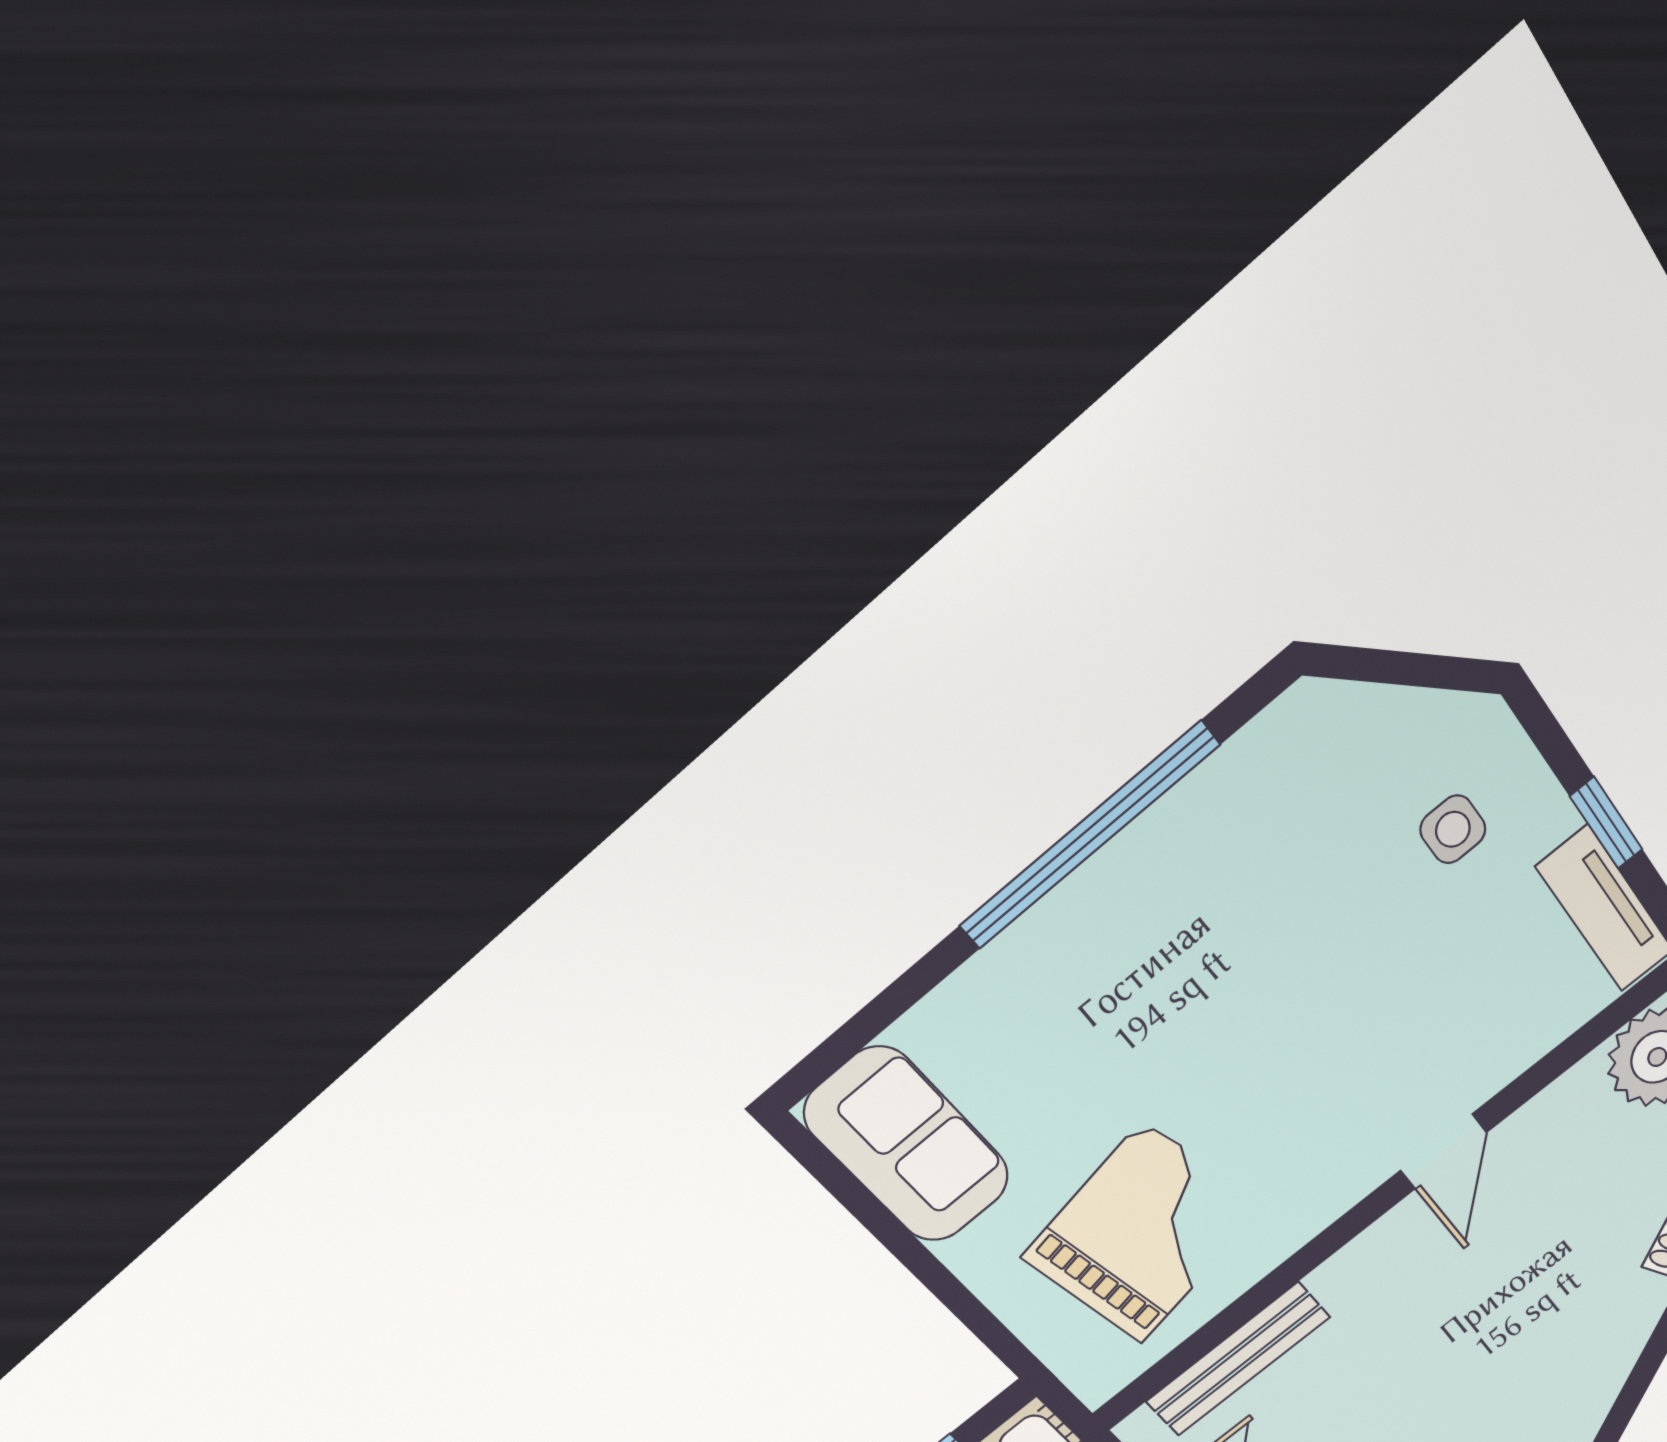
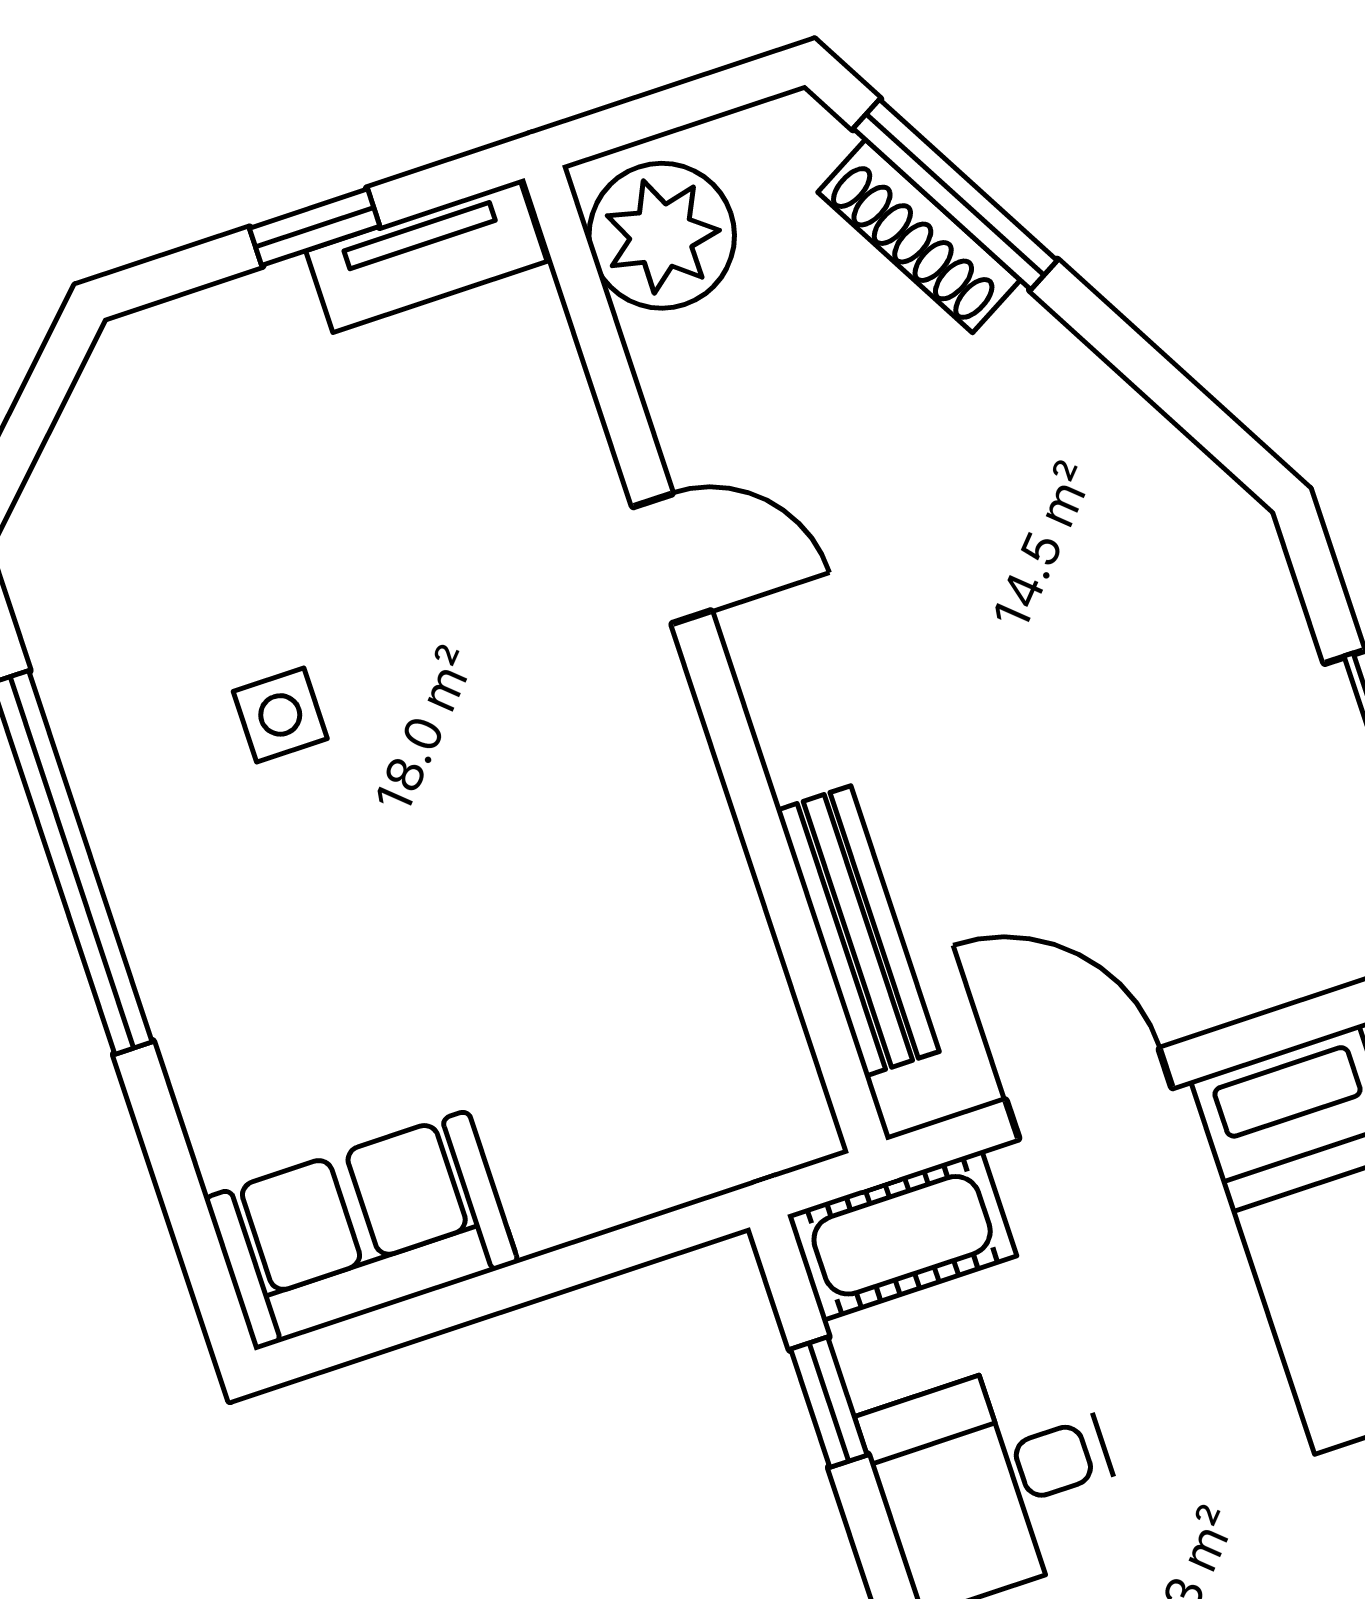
side table: (1453, 829) -> (280, 715), moved
grand piano: (1143, 1233) -> (612, 988), removed

